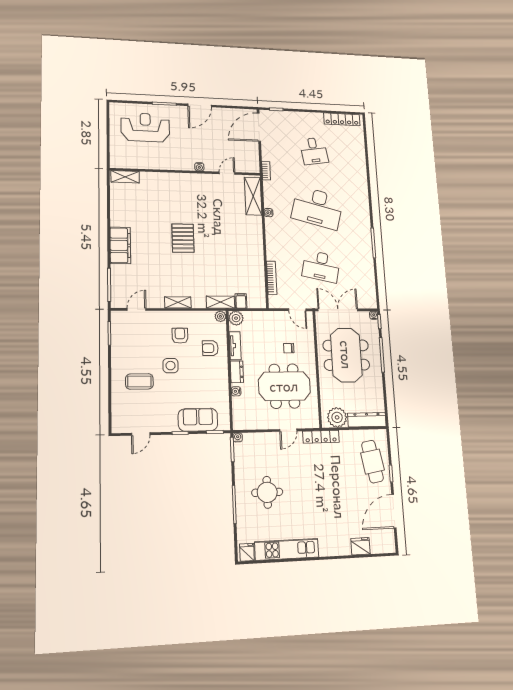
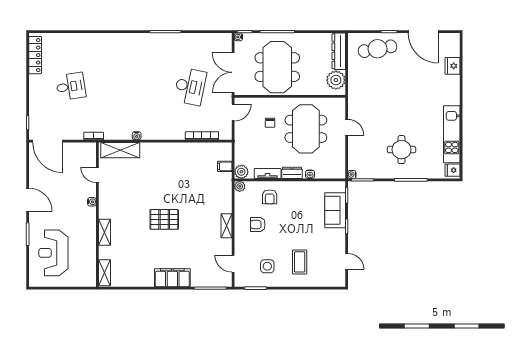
desk: (317, 208) -> (130, 86), removed
shelving: (220, 302) -> (105, 232), moved
meeting table: (346, 355) -> (277, 67), turned 90
side table: (170, 366) -> (267, 266), moved
locker: (321, 437) -> (353, 97), removed

